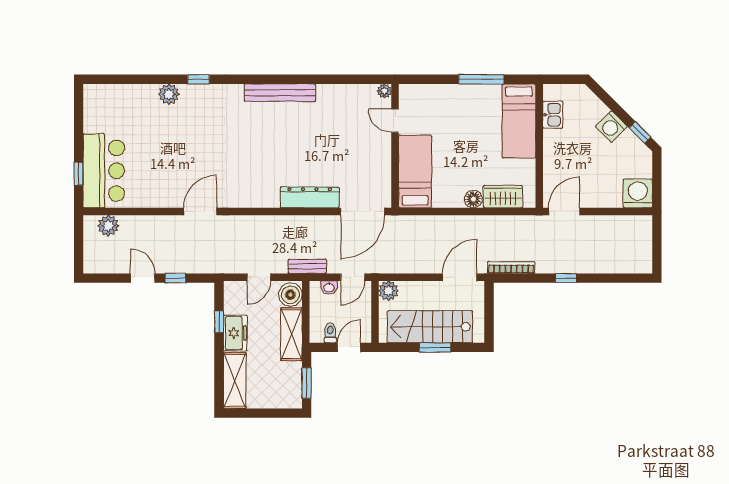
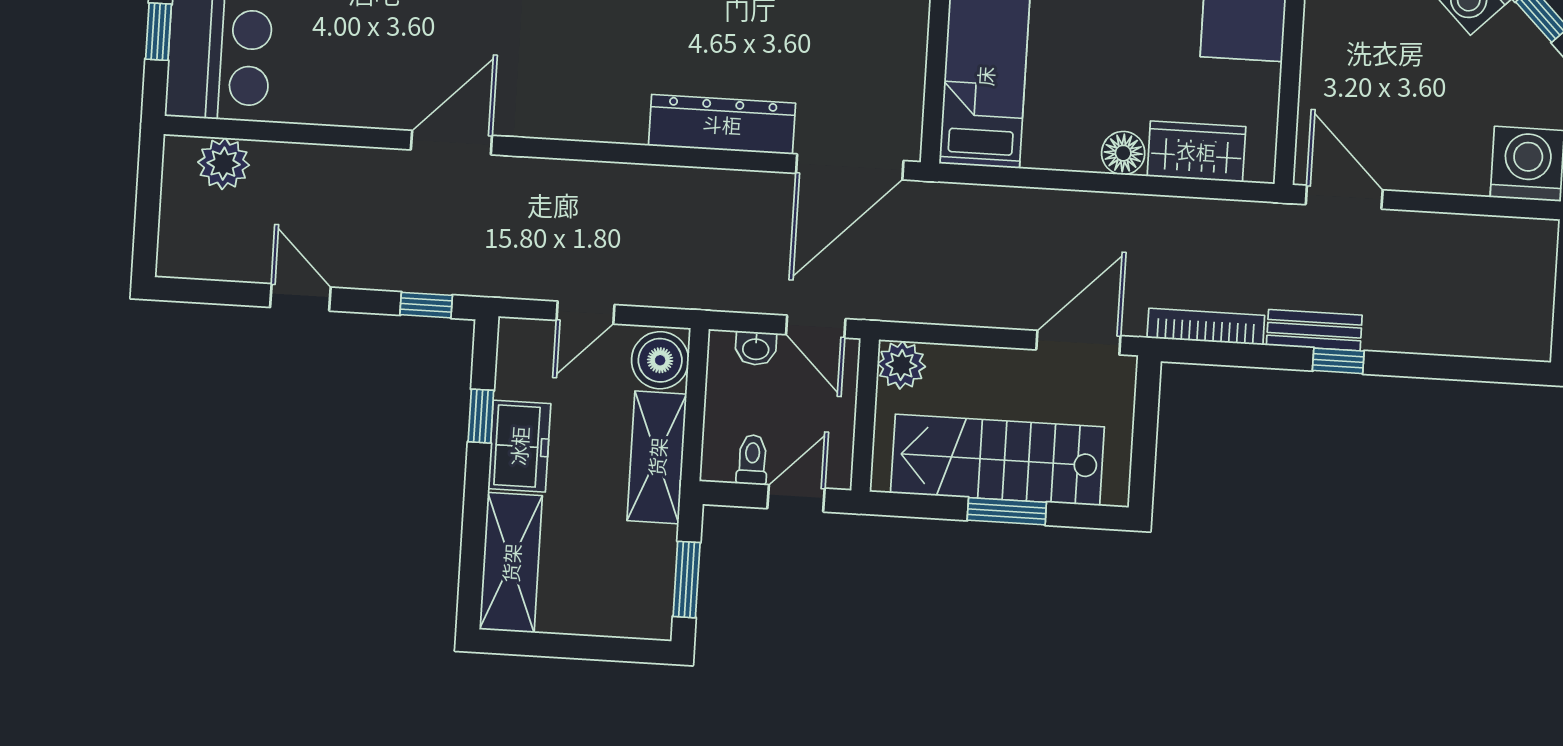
door: (564, 212) -> (1344, 197), hinge flipped
bench: (307, 266) -> (1314, 330), moved
door: (353, 277) -> (816, 327), hinge flipped
window: (176, 278) -> (426, 305), moved

